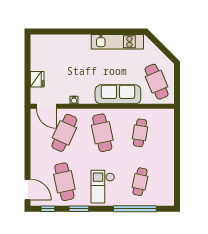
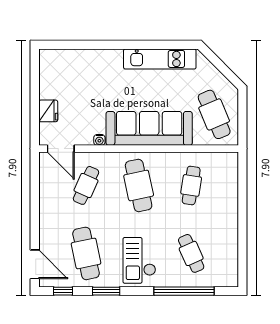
sofa: (118, 94) -> (149, 128), width x1.36, depth x1.27
cafe table: (64, 133) -> (86, 185), width x0.73, depth x0.74
cafe table: (140, 182) -> (191, 253), turned -36

